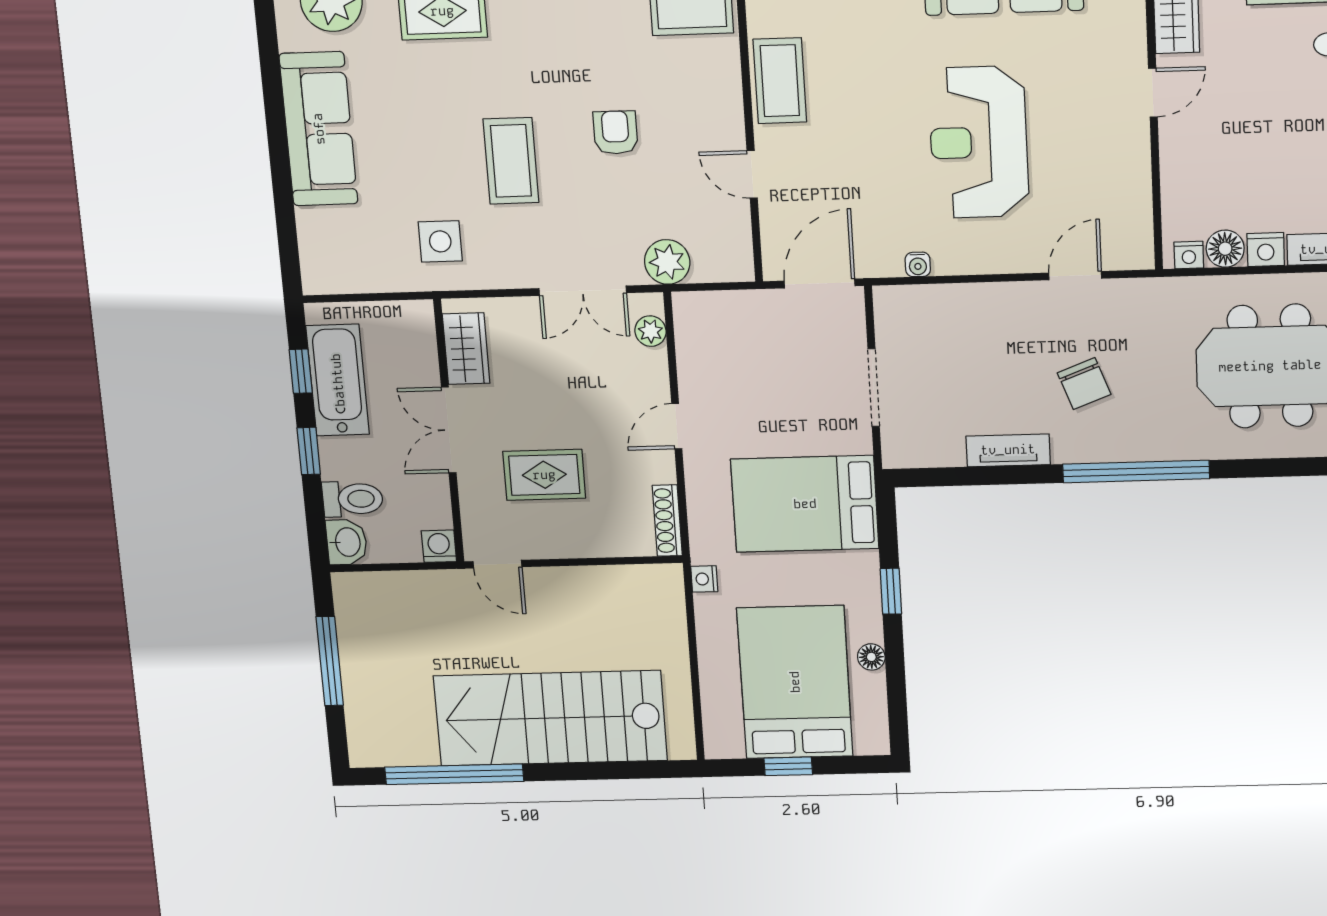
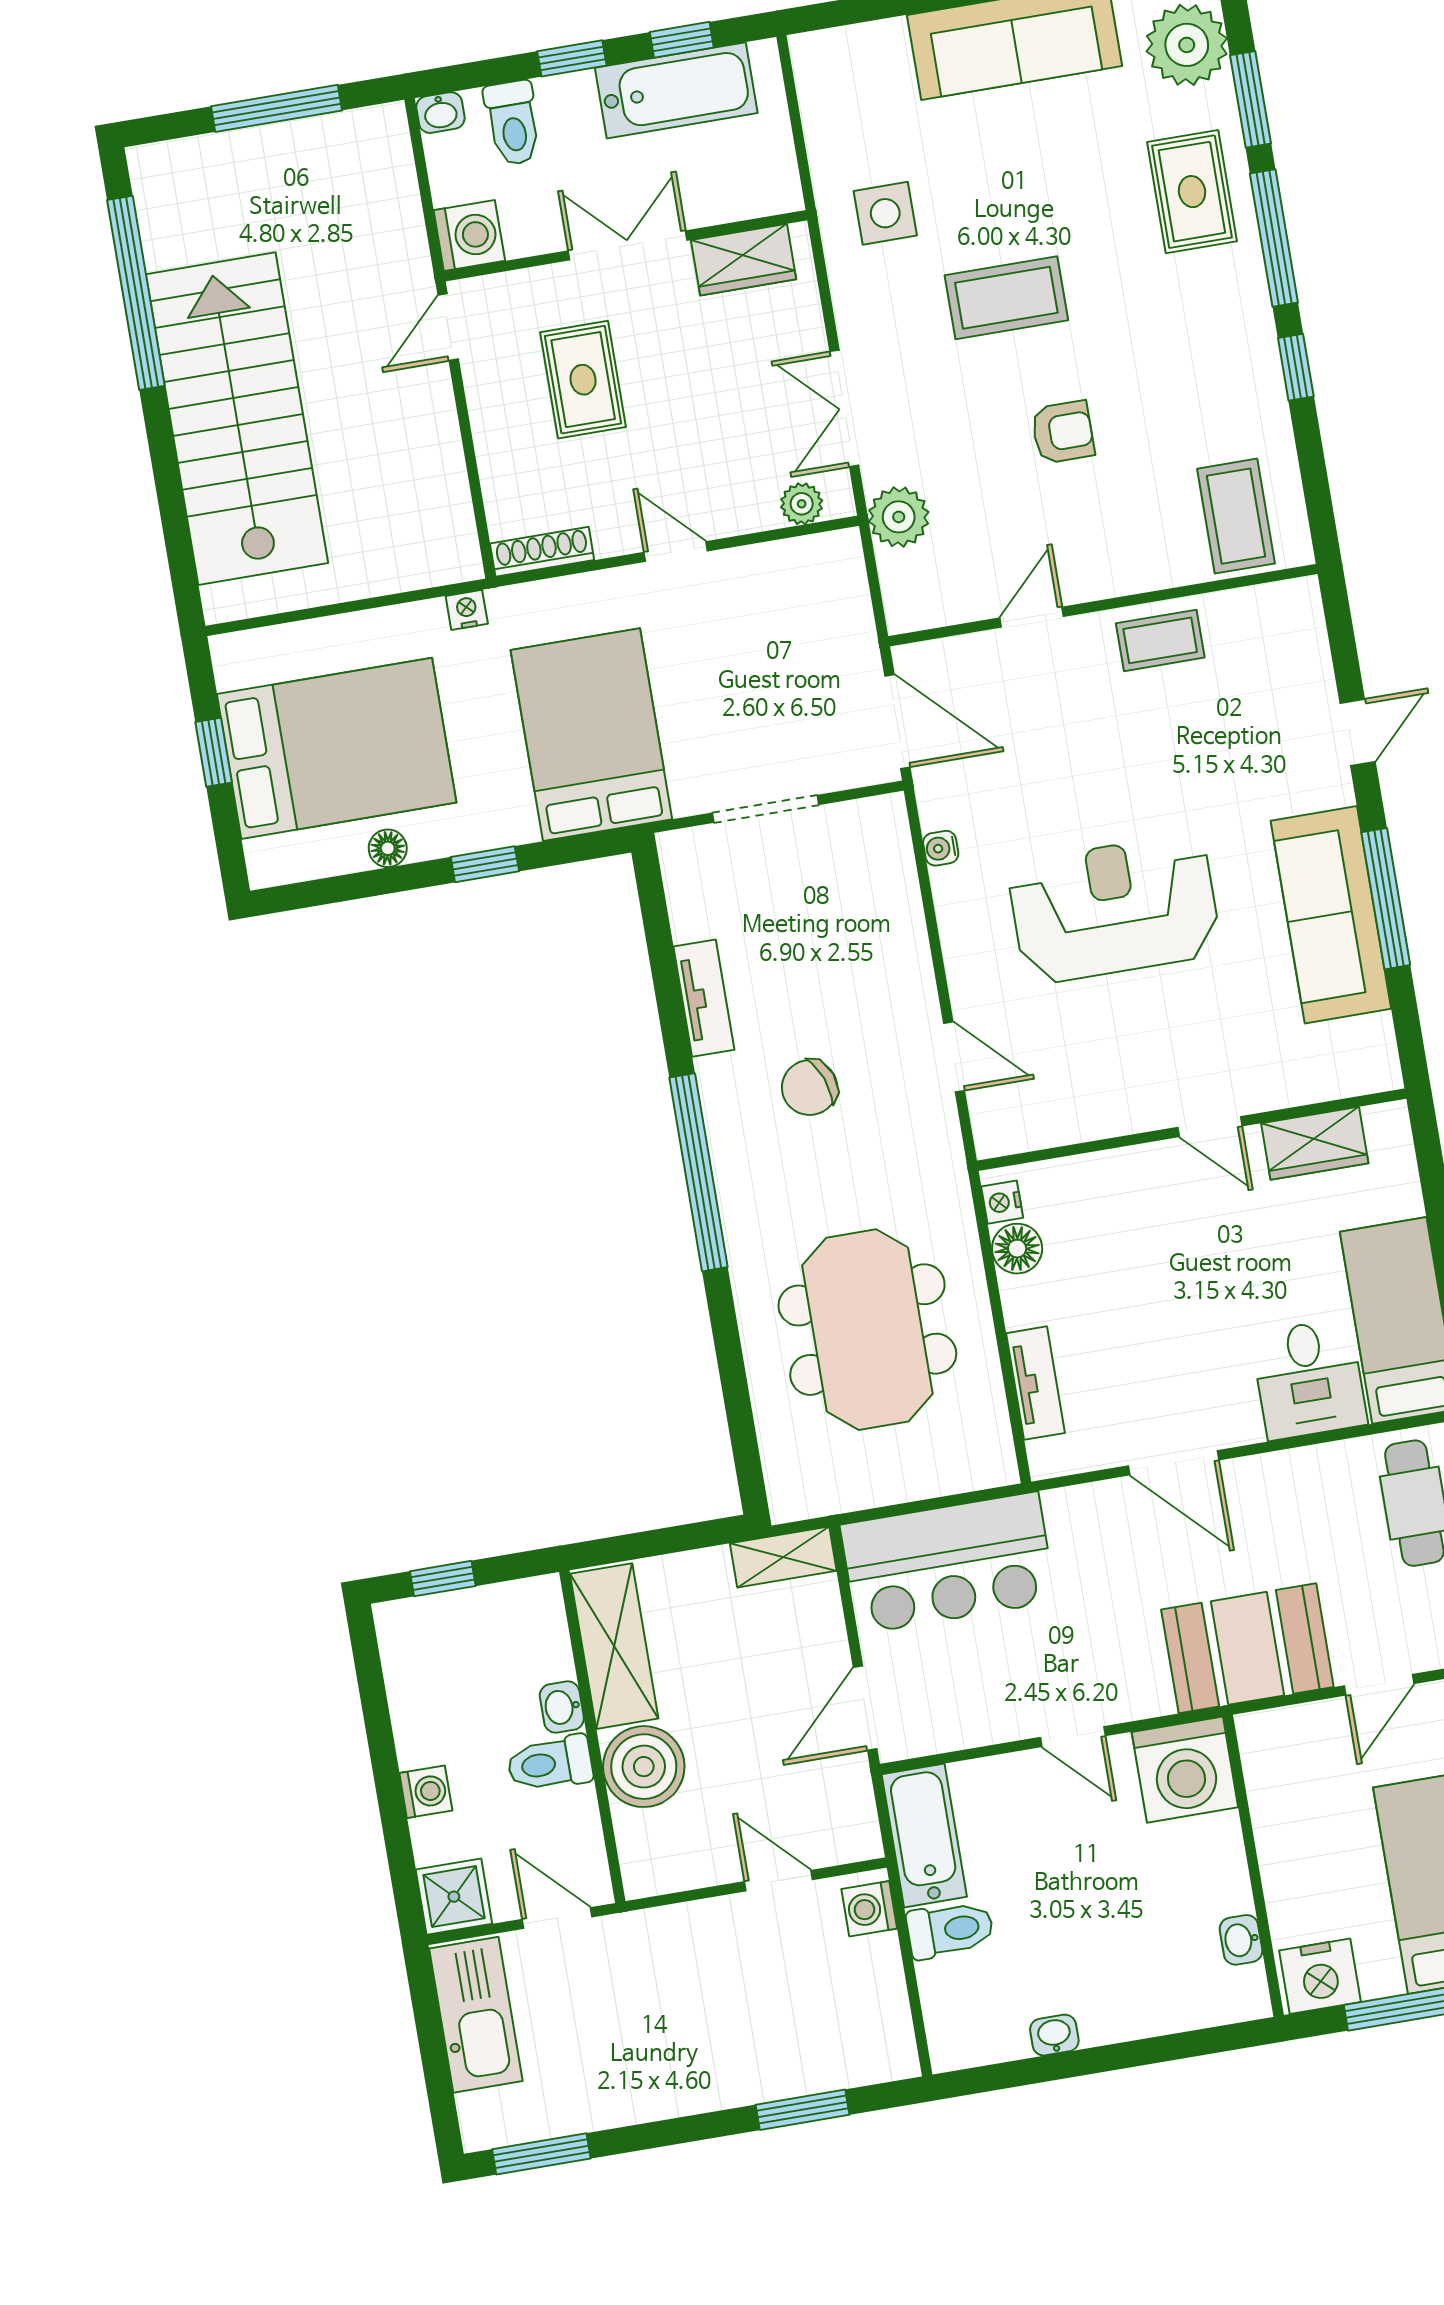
coffee table: (780, 81) -> (1160, 640), width x0.73, depth x0.77
nightstand: (1266, 249) -> (1023, 1302), removed
washbasin: (347, 542) -> (440, 113), width x0.72, depth x0.69
washing machine: (439, 546) -> (469, 235), width x1.38, depth x1.38

